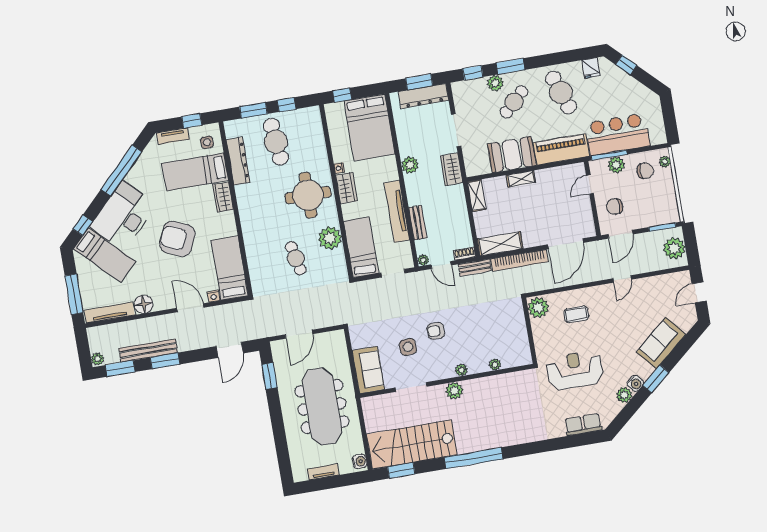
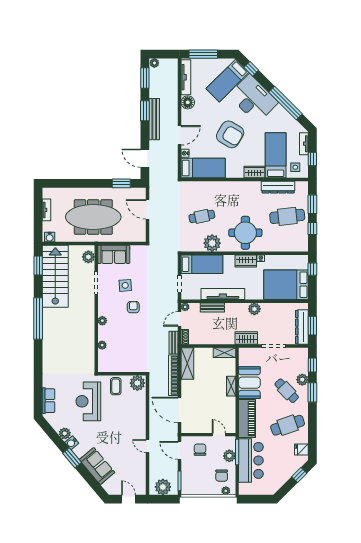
armchair: (177, 239) -> (230, 134), turned 97
coffee table: (576, 314) -> (116, 386), moved
bench: (148, 350) -> (154, 119), moved
reception desk: (575, 370) -> (88, 401), turned 180
plant: (454, 391) -> (88, 257), moved

